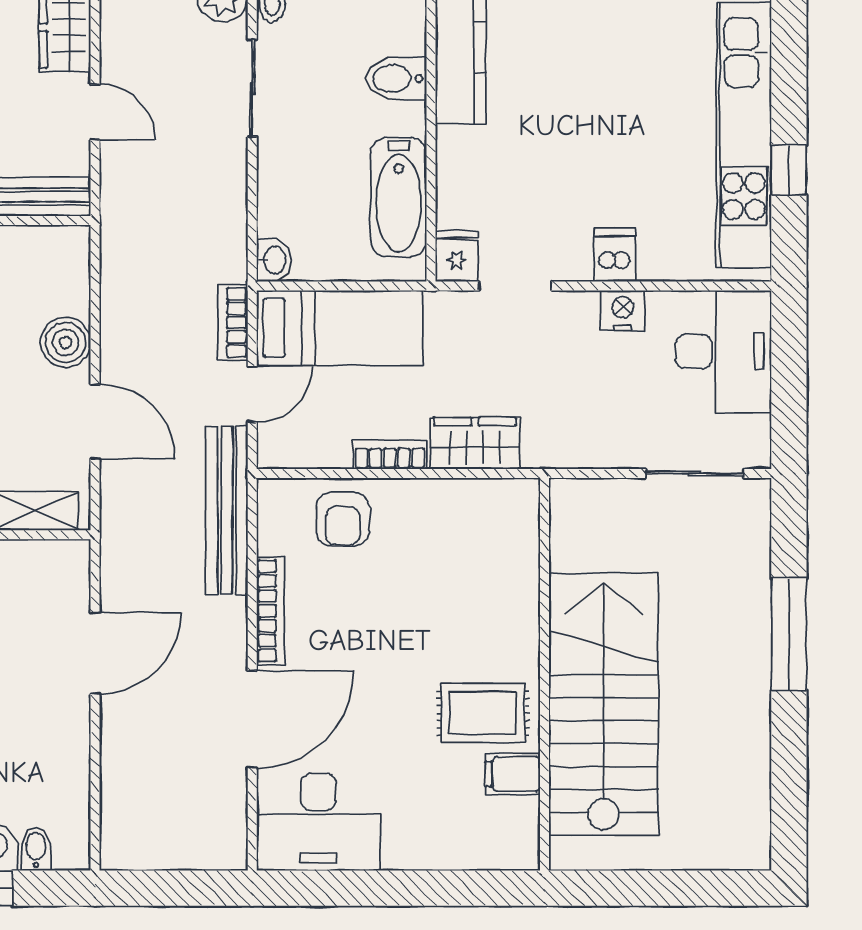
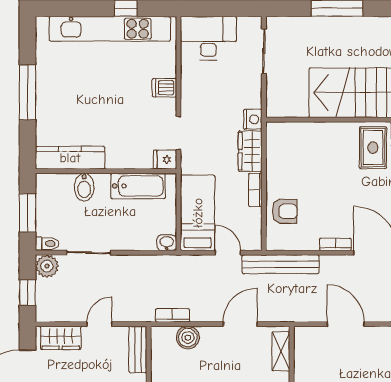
nightstand: (623, 311) -> (253, 119), moved, turned 180
bookcase: (233, 323) -> (173, 315), moved, turned 180
boiler: (66, 342) -> (188, 338), moved
bookcase: (270, 611) -> (335, 244), width x0.64

